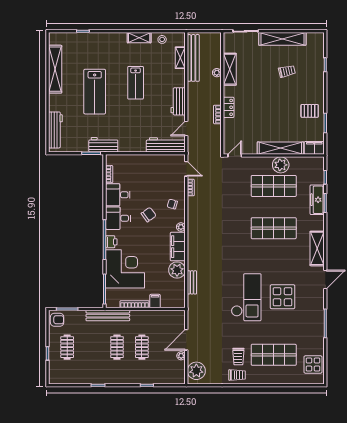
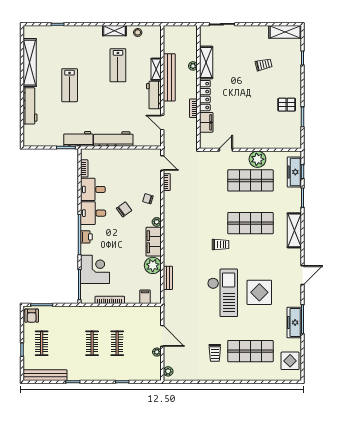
shelving: (282, 39) -> (285, 32), moved, width x0.68
shelving: (180, 58) -> (156, 69), moved
bench: (193, 58) -> (169, 77), moved
lab bench: (136, 83) -> (118, 65), moved
lab bench: (95, 92) -> (70, 85), width x0.73, depth x0.72
locker: (229, 107) -> (205, 96), width x1.53
door: (186, 129) -> (162, 122), hinge flipped
workbench: (55, 130) -> (30, 106), moved
workbench: (166, 145) -> (113, 139), moved
shelving: (280, 148) -> (257, 142), removed
filing cabinet: (314, 148) -> (206, 122), moved, turned 90
door: (235, 156) -> (226, 150), moved
freezer: (317, 200) -> (294, 172), moved
shelving: (317, 248) -> (294, 230), moved
corner desk: (125, 269) -> (95, 269), width x0.74, depth x0.74
filing cabinet: (155, 301) -> (145, 297), moved
bench: (108, 316) -> (45, 375), moved
armchair: (57, 320) -> (32, 316), turned 90
freezer: (317, 327) -> (294, 322), added
door: (186, 340) -> (162, 336), swing flipped
plant: (196, 371) -> (168, 371), width x0.53, depth x0.53
trolley: (237, 375) -> (220, 245), moved

